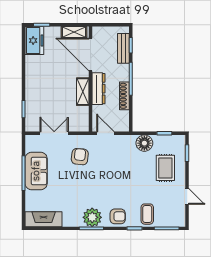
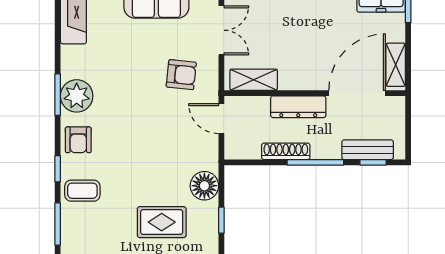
shelving: (83, 92) -> (254, 80), moved
door: (105, 133) -> (221, 119), swing flipped

